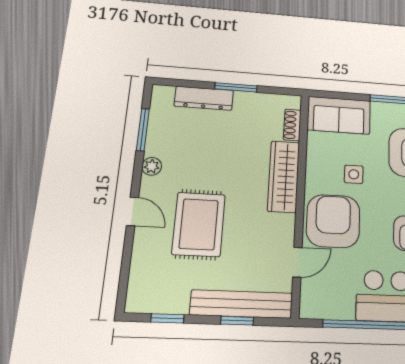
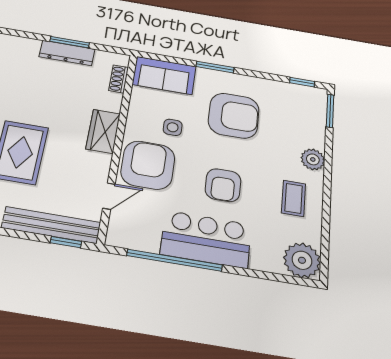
dresser: (204, 98) -> (67, 53), moved
wardrobe: (284, 176) -> (103, 131), width x0.67
window: (237, 321) -> (66, 242), moved

